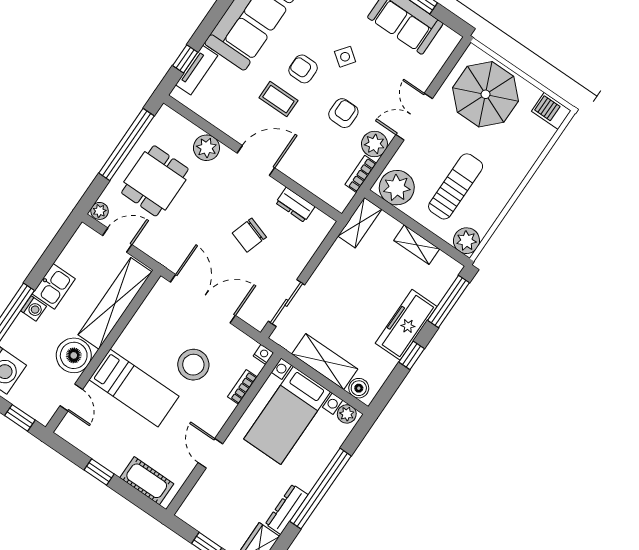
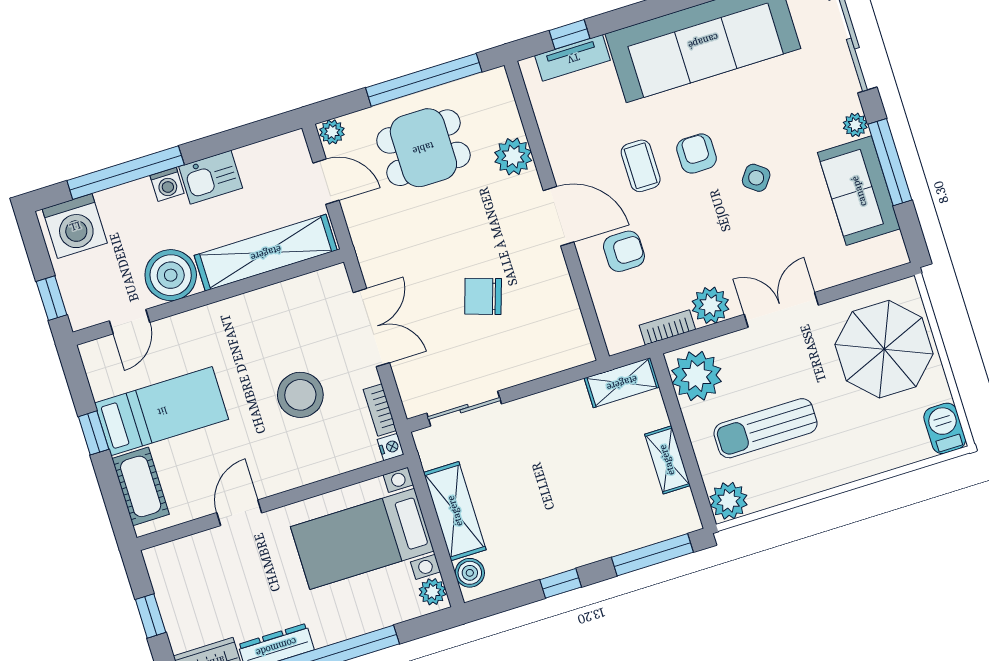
armchair: (343, 113) -> (624, 251), moved
sun lounger: (456, 186) -> (766, 428), turned 180
dresser: (295, 205) -> (564, 303), removed
double door: (203, 299) -> (371, 328), width x0.73
freezer: (406, 325) -> (582, 543), removed
bookcase: (242, 387) -> (380, 410), moved, turned -90
bed: (134, 388) -> (162, 411), moved, turned -90

